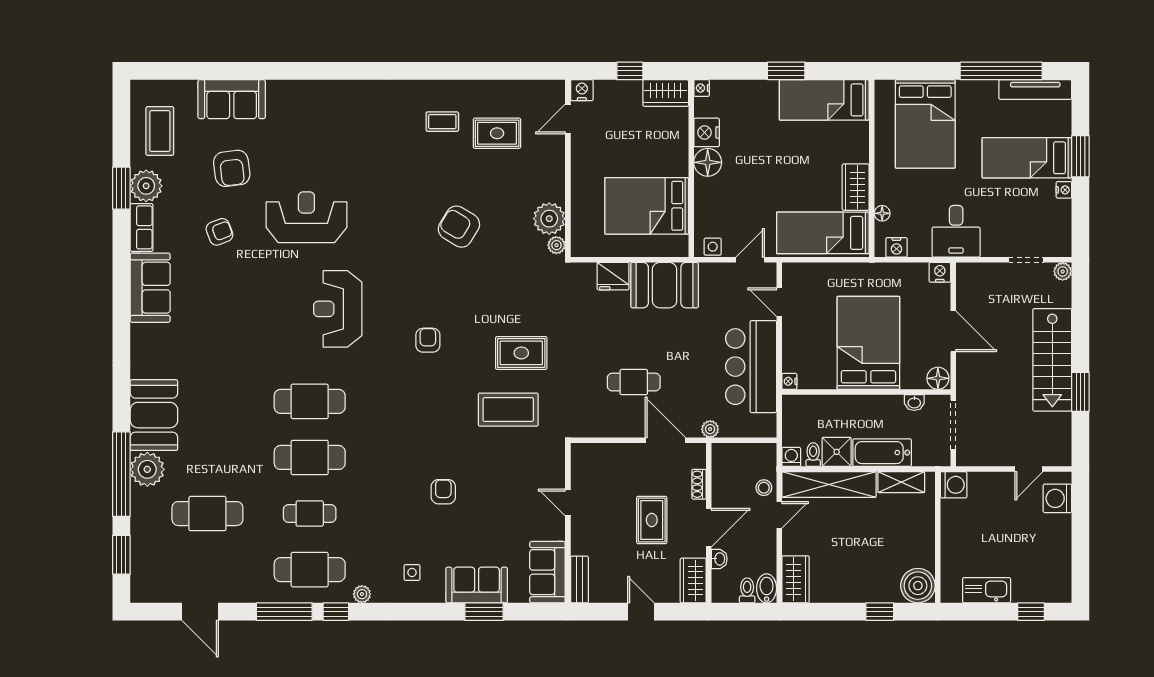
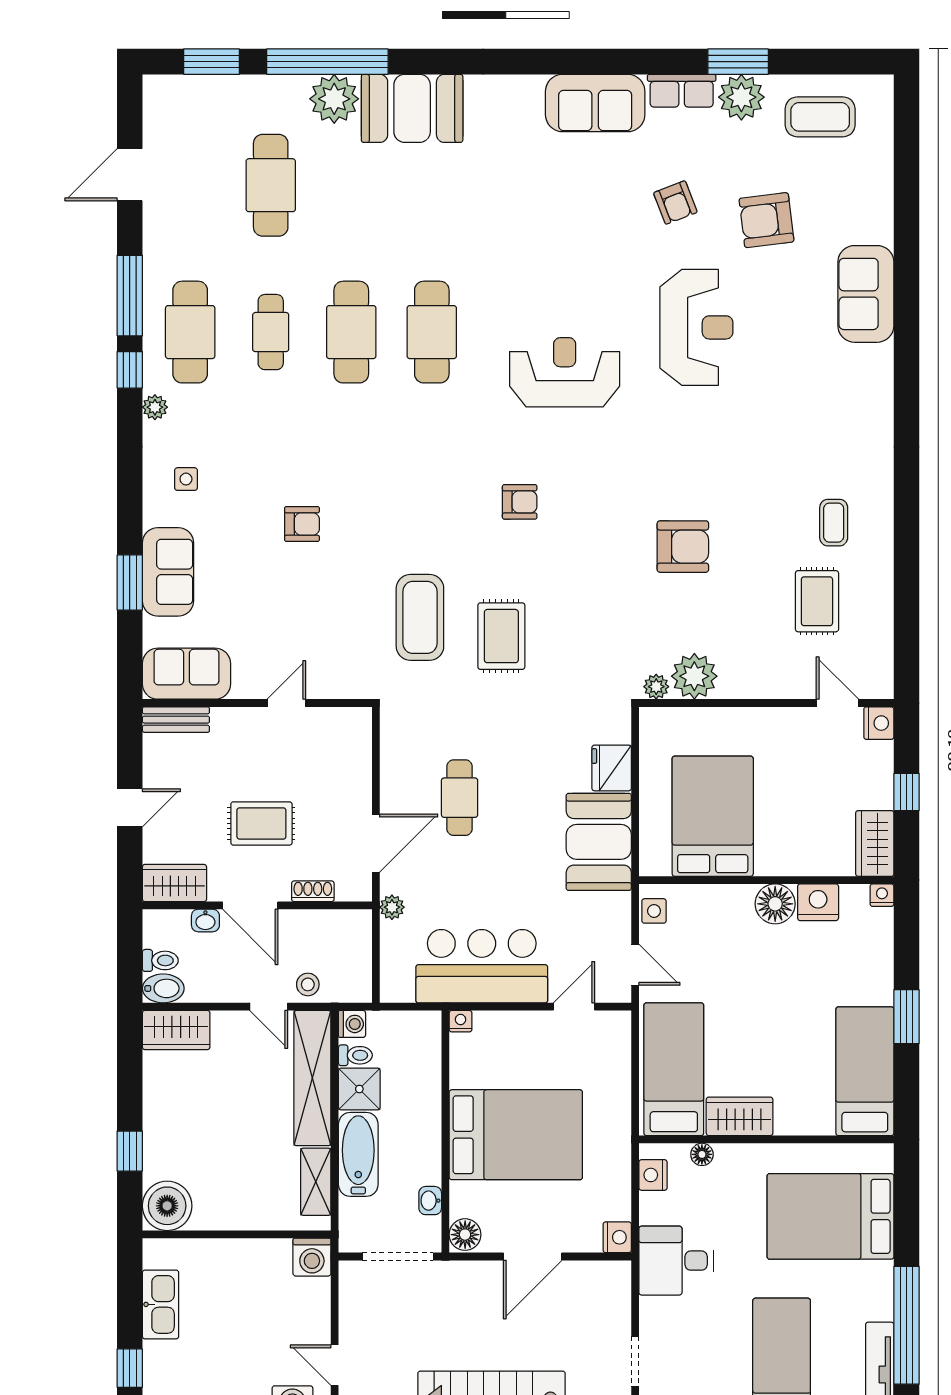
sofa: (232, 99) -> (866, 294), moved
armchair: (459, 227) -> (683, 547), turned 59

